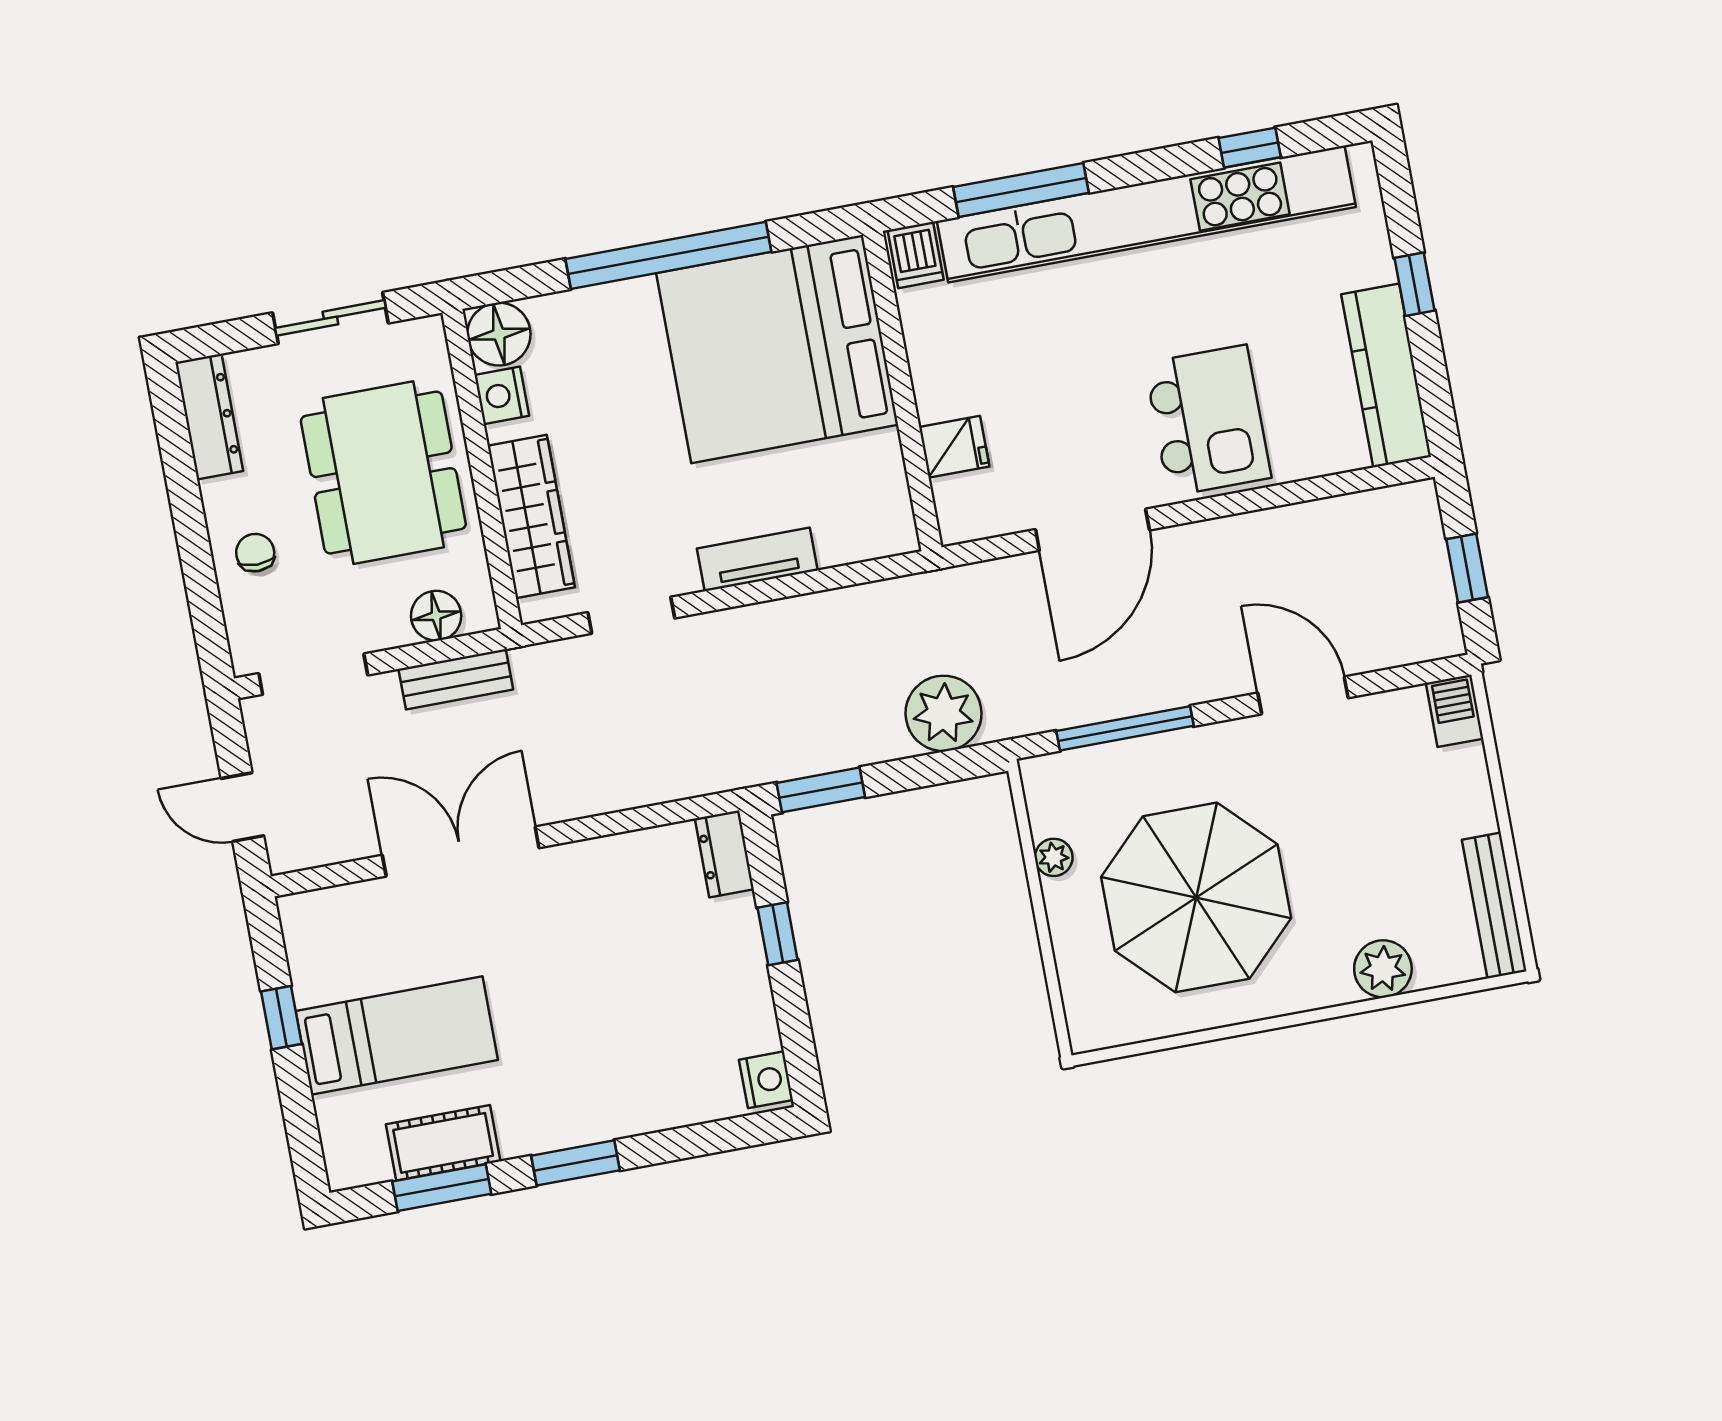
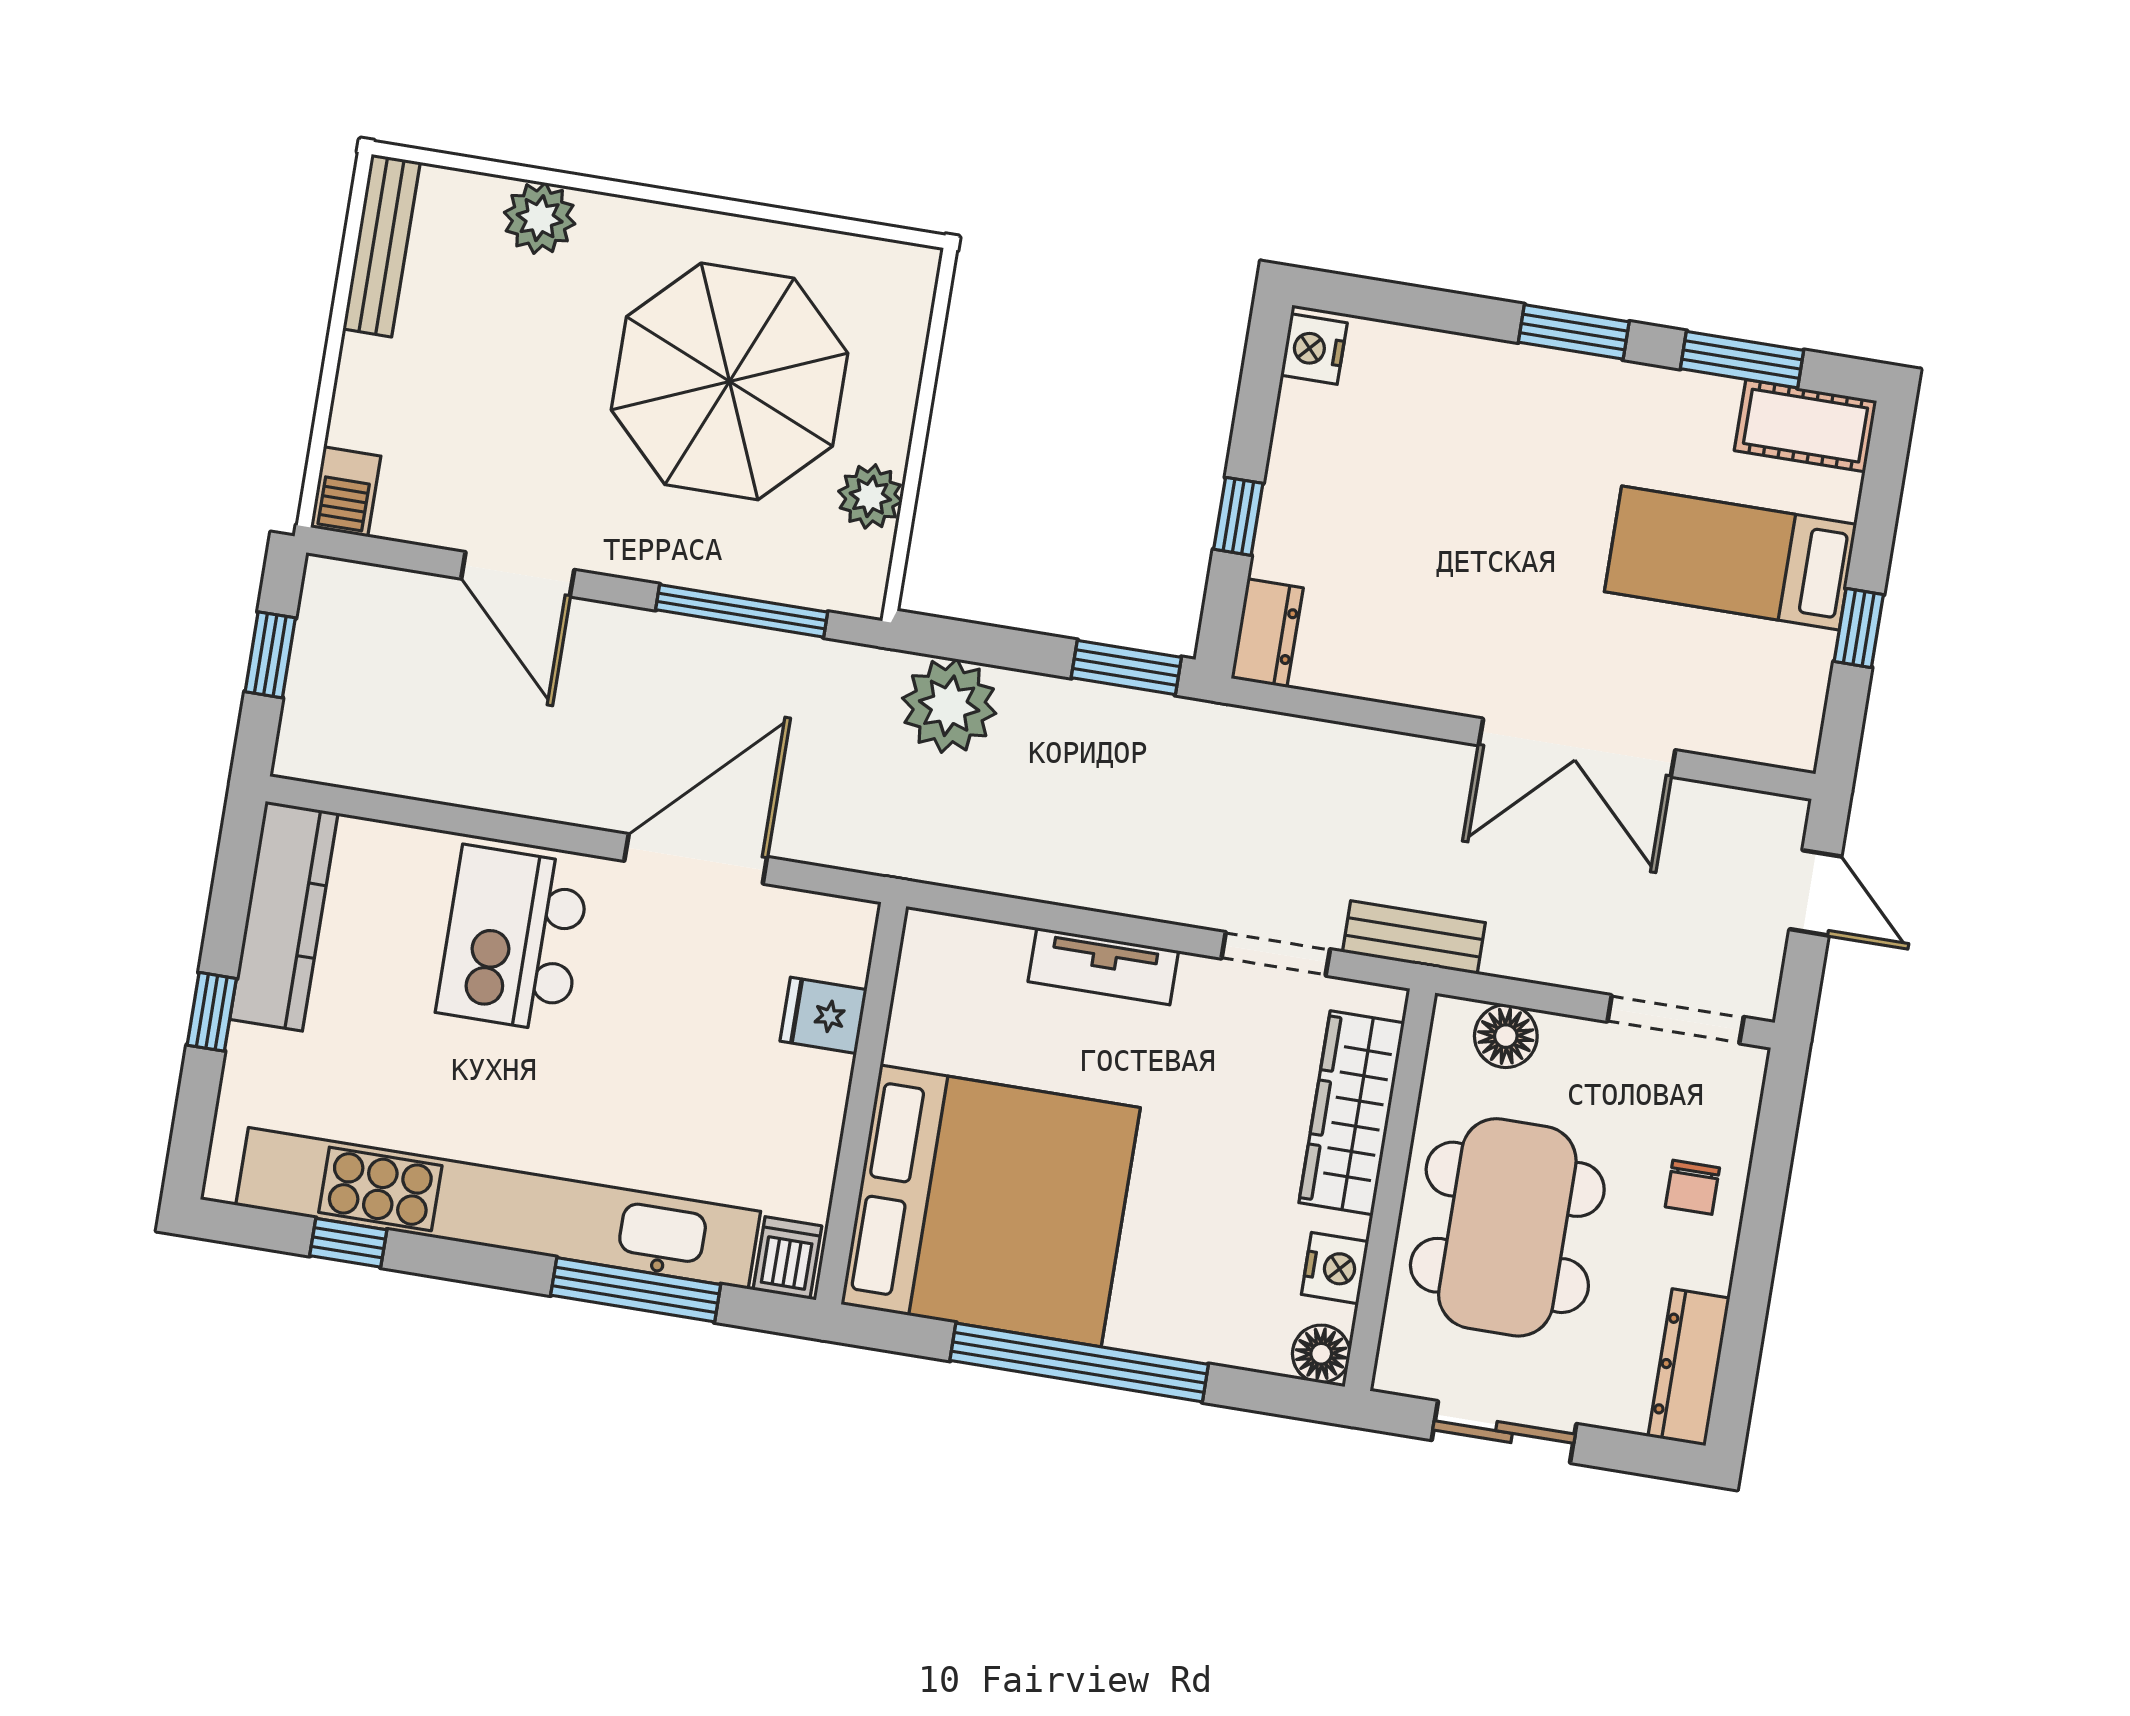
floor lamp: (499, 334) -> (1321, 1354), width x0.73, depth x0.73
bench: (456, 679) -> (1414, 937), moved
plant: (1054, 857) -> (870, 496), width x1.38, depth x1.38
cot: (443, 1143) -> (1806, 426), moved

